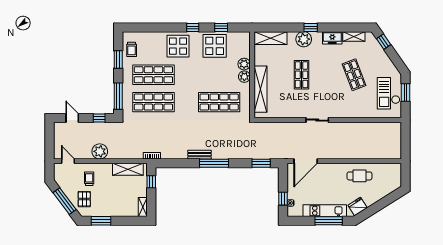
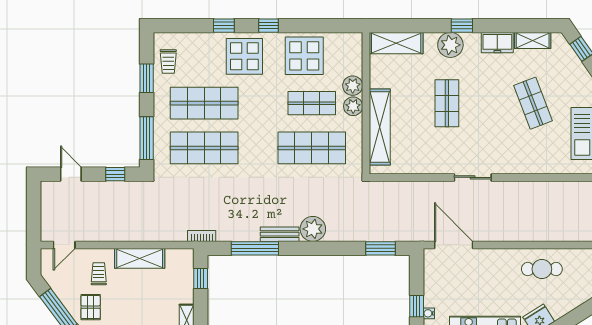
window: (221, 27) -> (224, 26), moved
shop shelf: (219, 75) -> (312, 103), added
plant: (100, 151) -> (313, 229), moved
door: (68, 161) -> (64, 245), swing flipped
door: (306, 161) -> (454, 245), swing flipped
window: (214, 163) -> (255, 248), moved
shelving: (128, 169) -> (140, 258), moved

